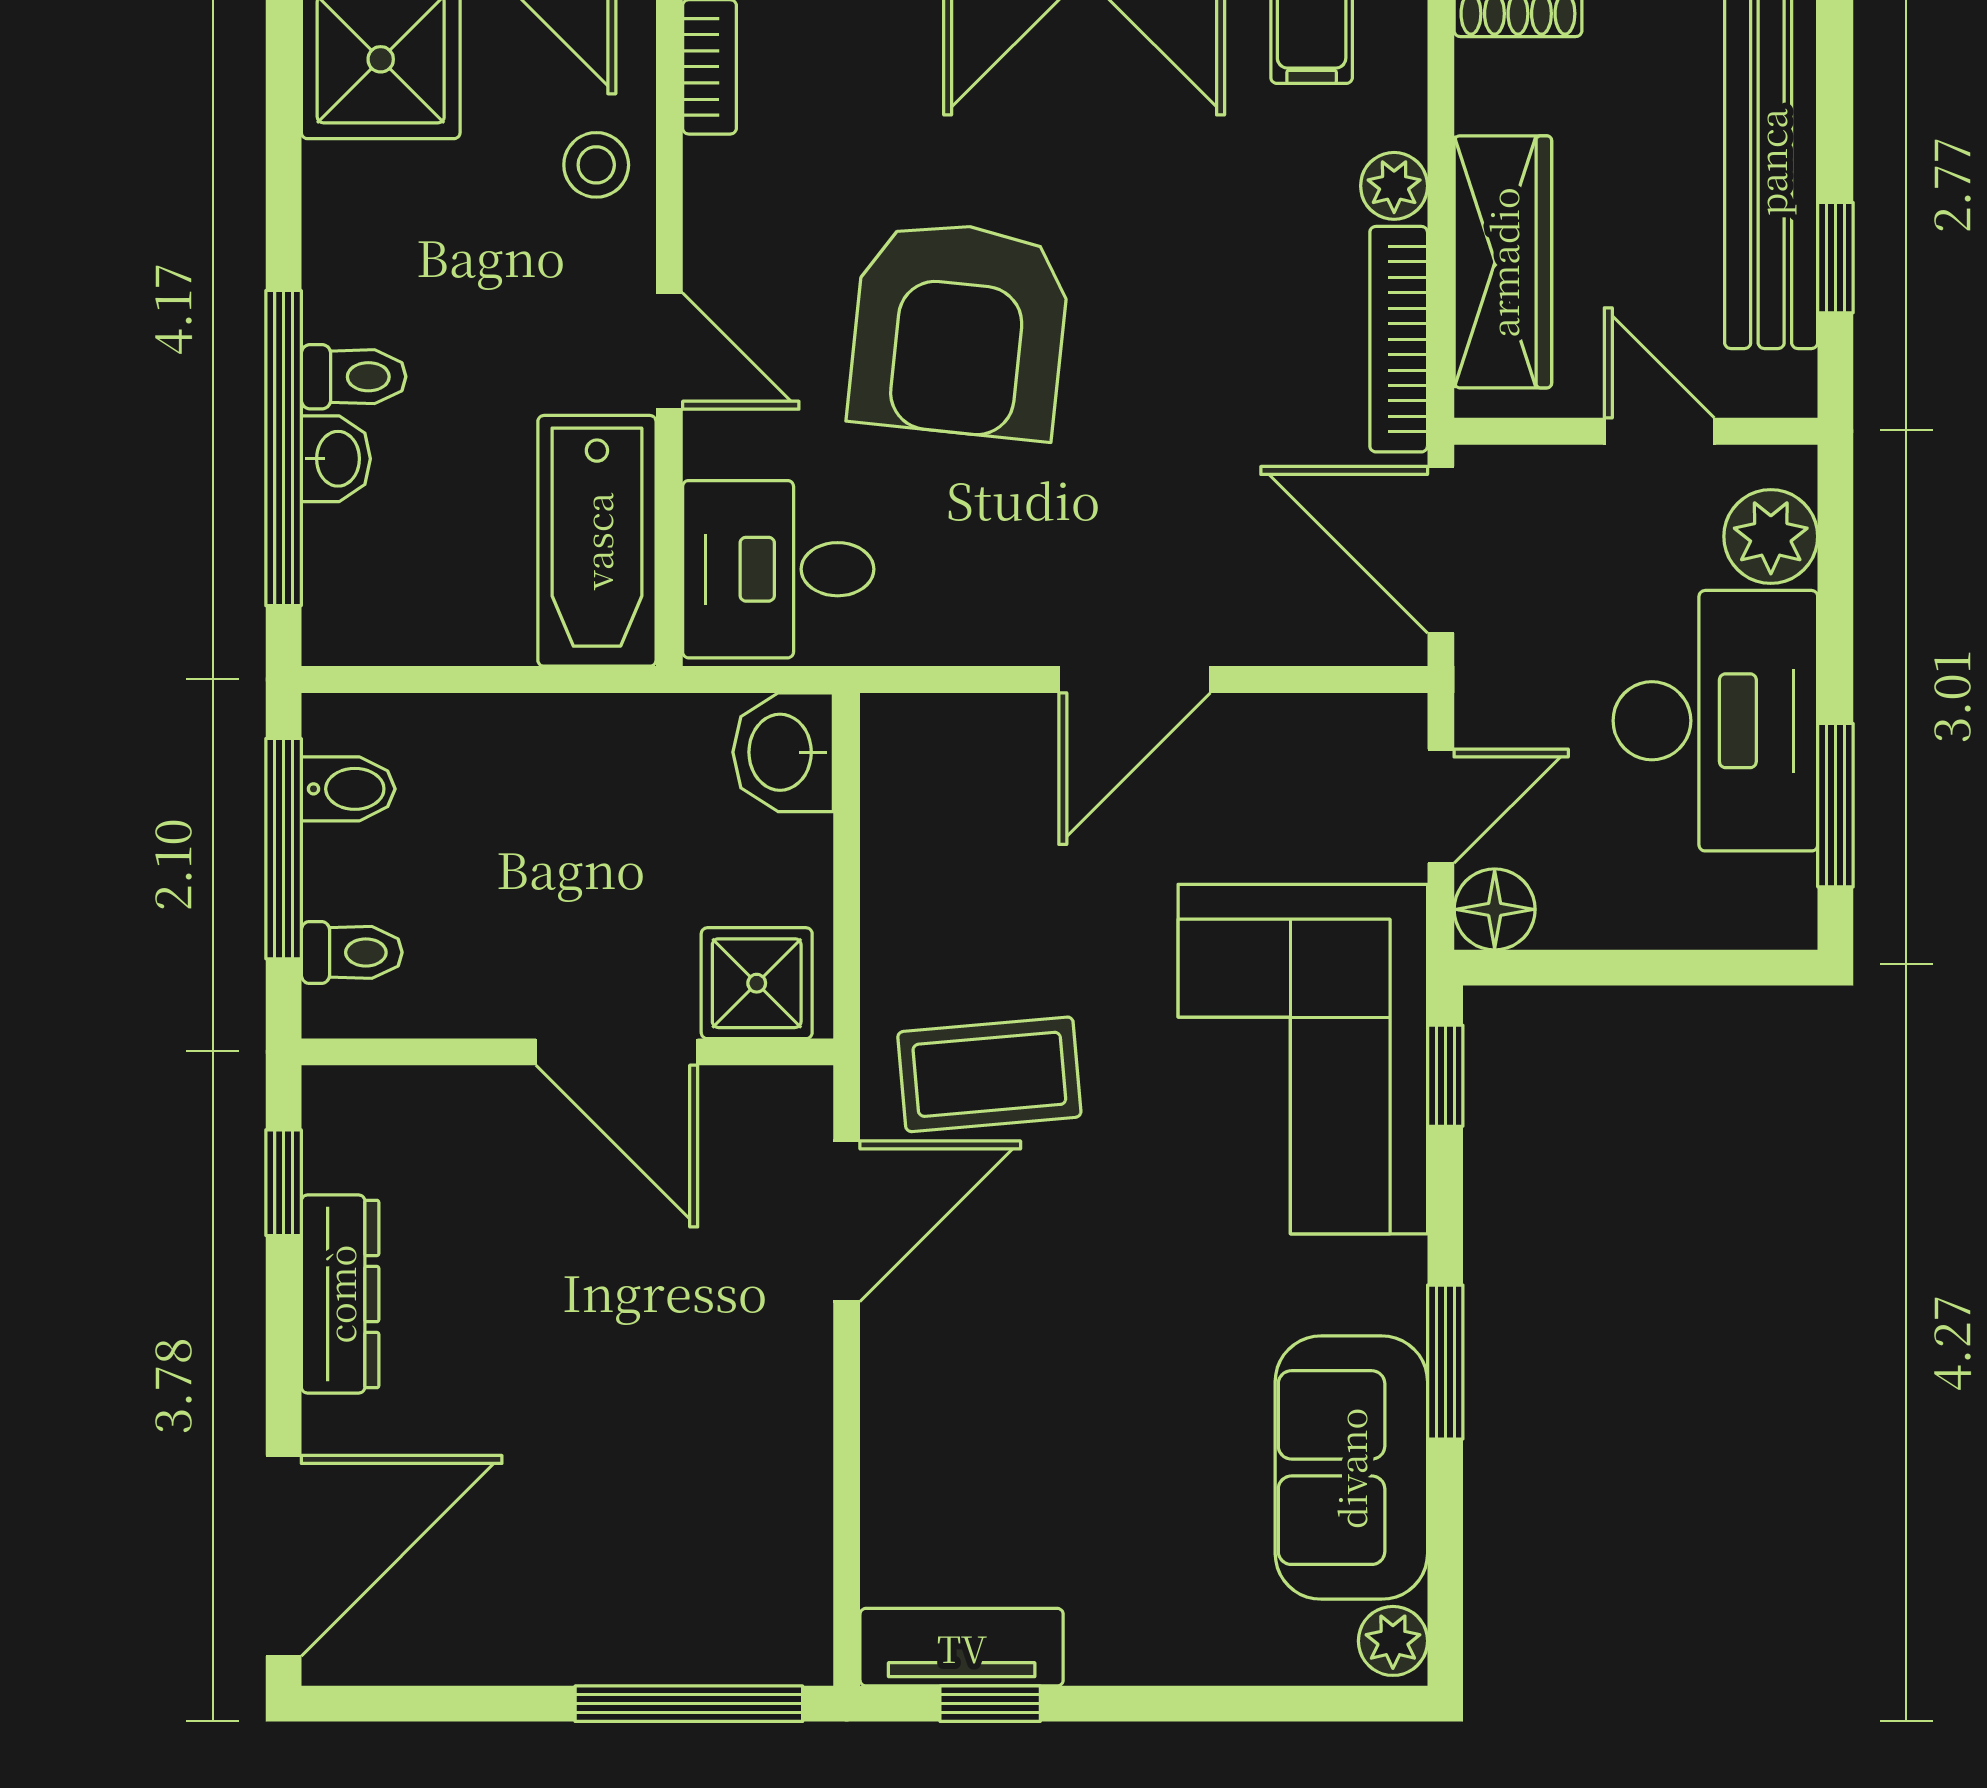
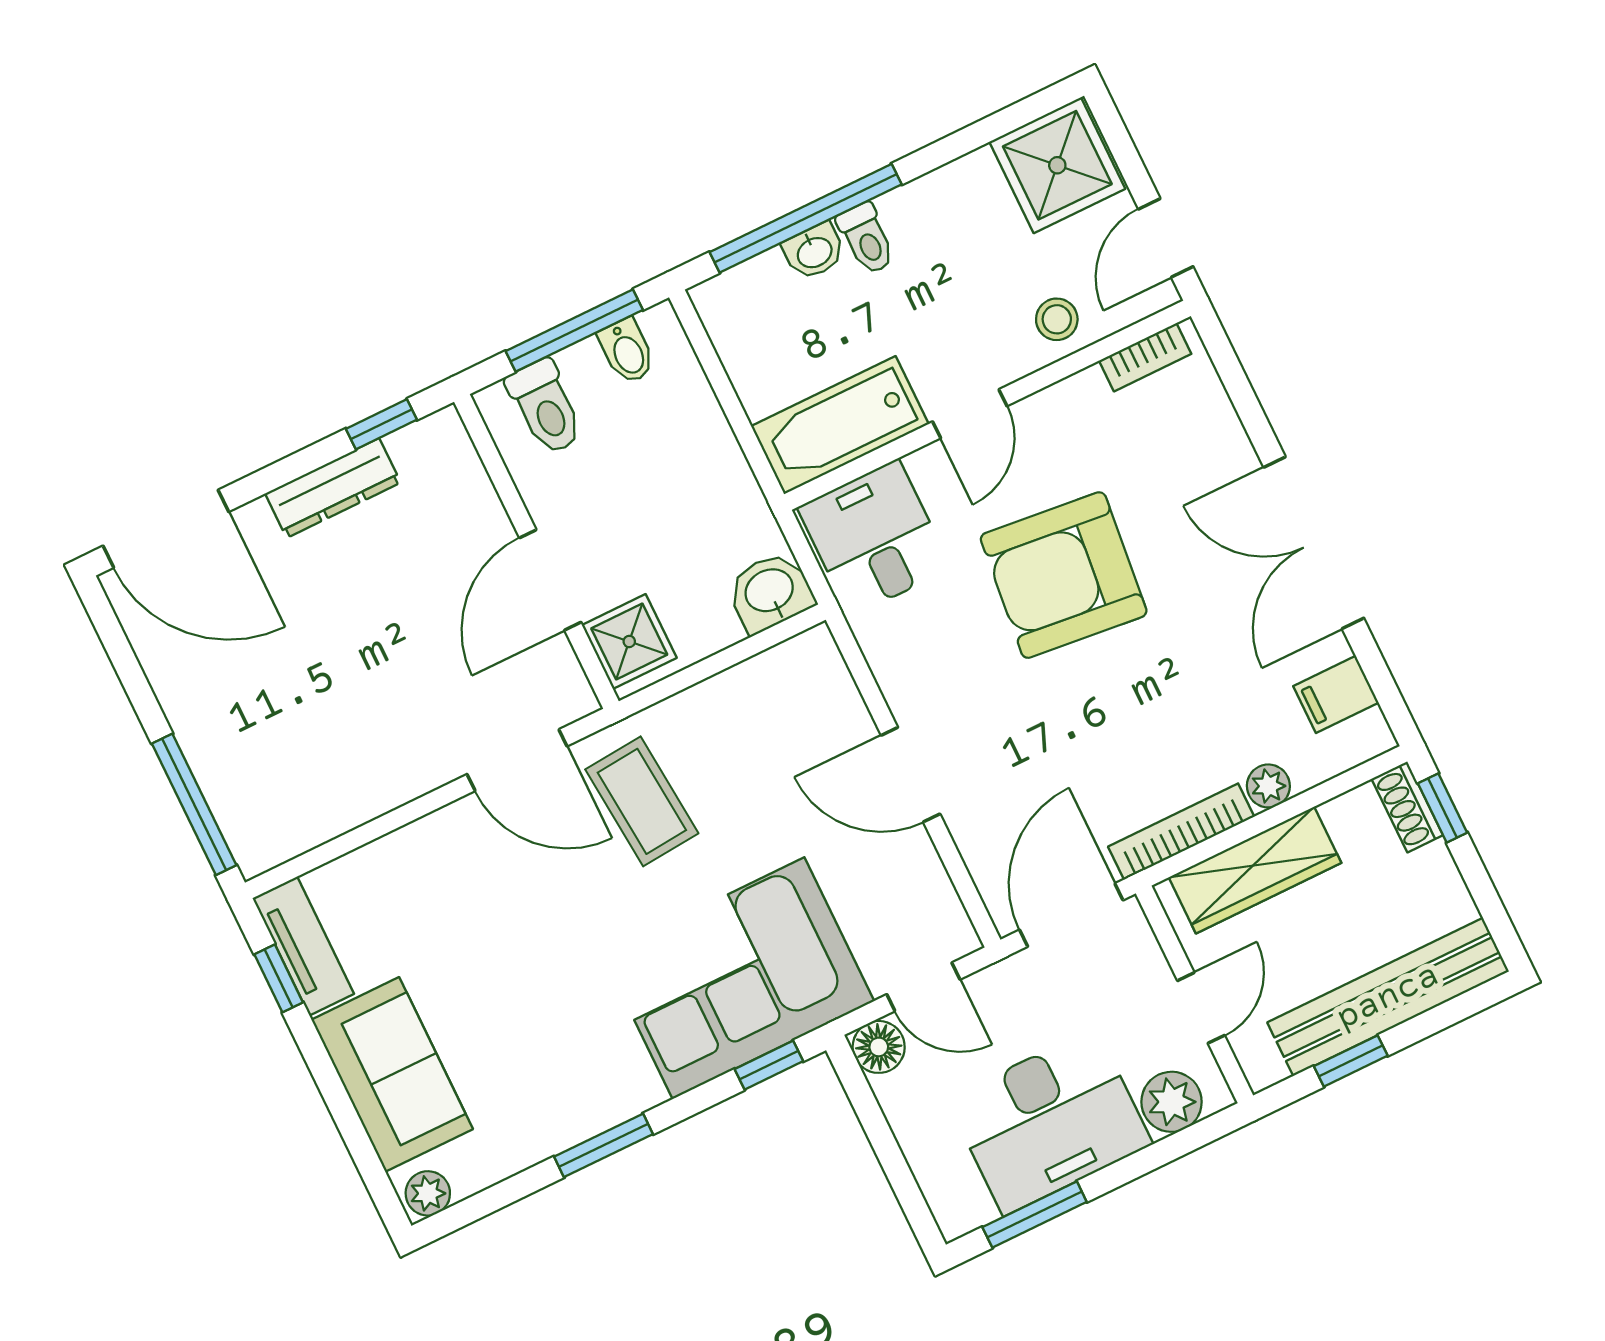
toilet: (352, 952) -> (545, 407), width x1.37, depth x1.39
sofa: (1351, 1468) -> (392, 1074), moved, turned 90

